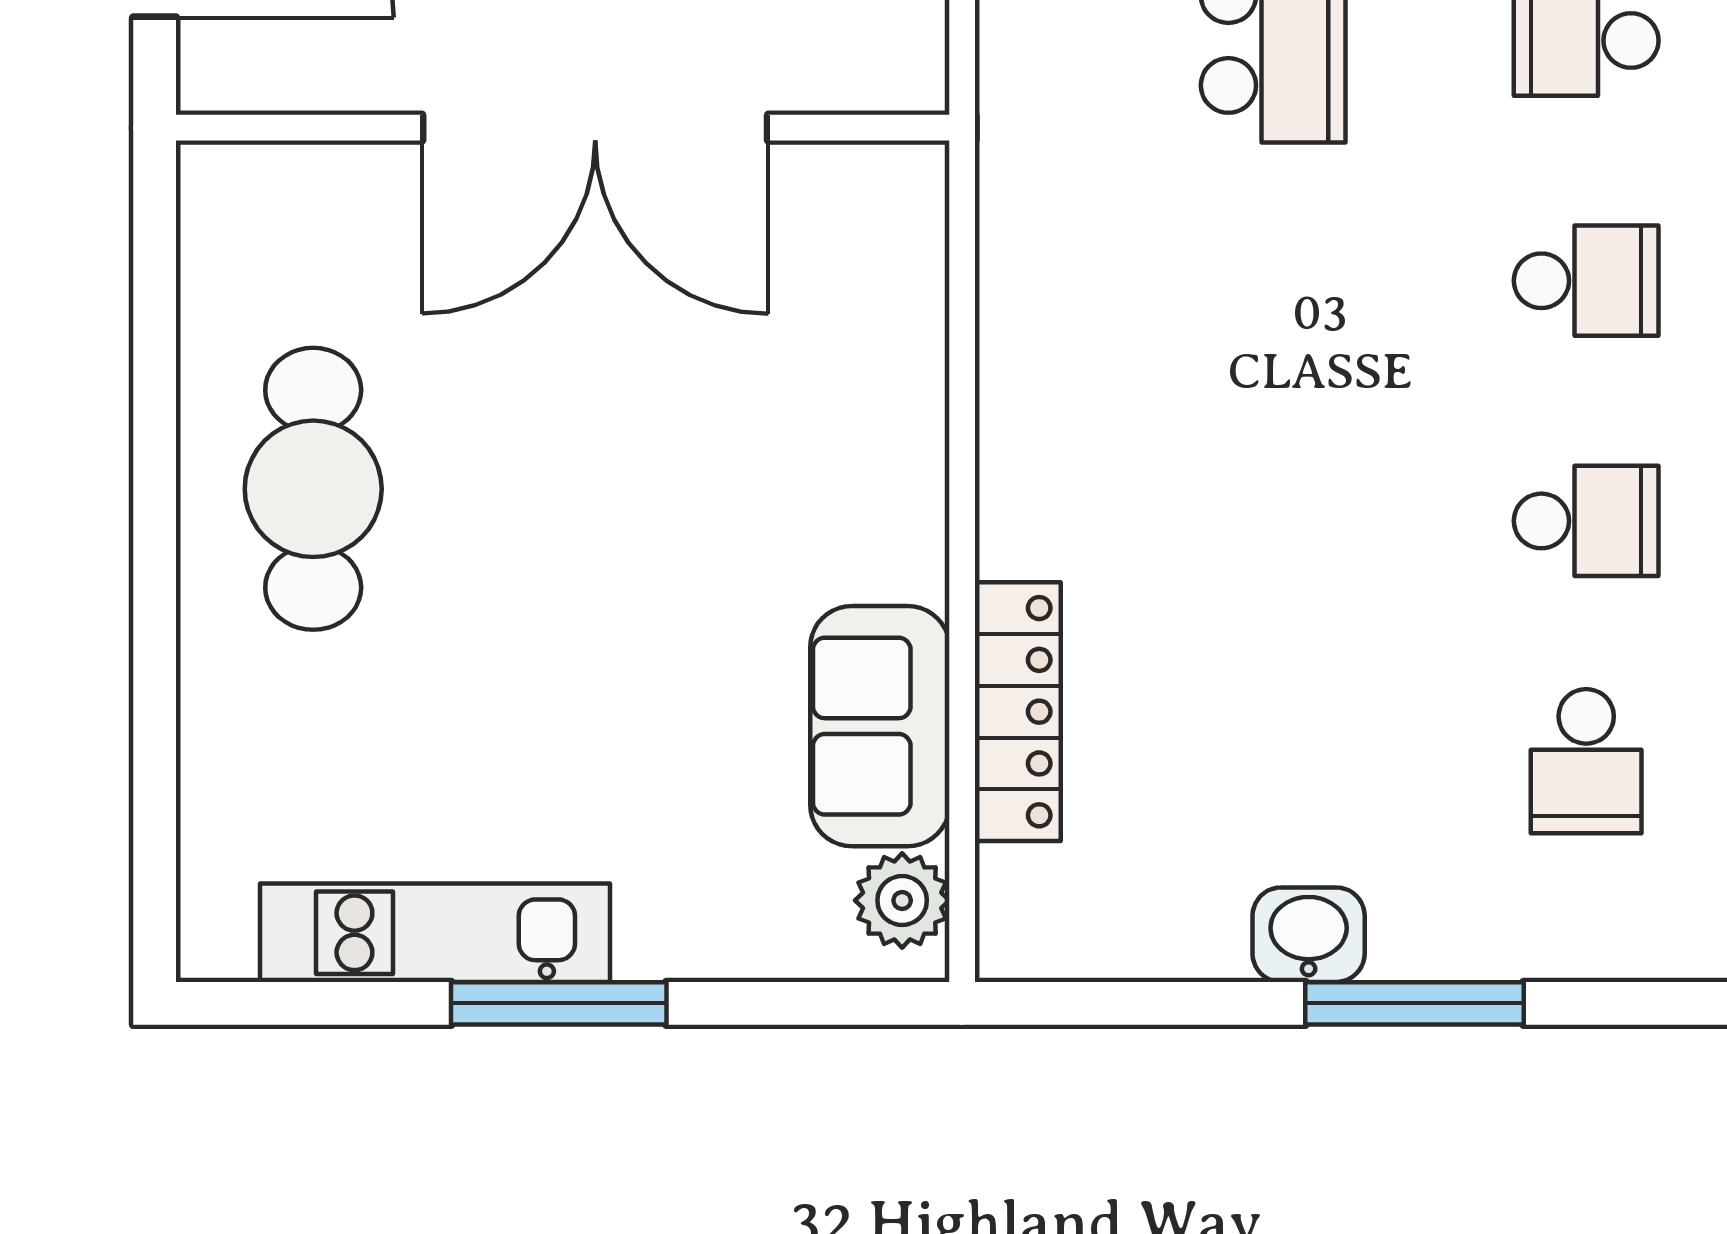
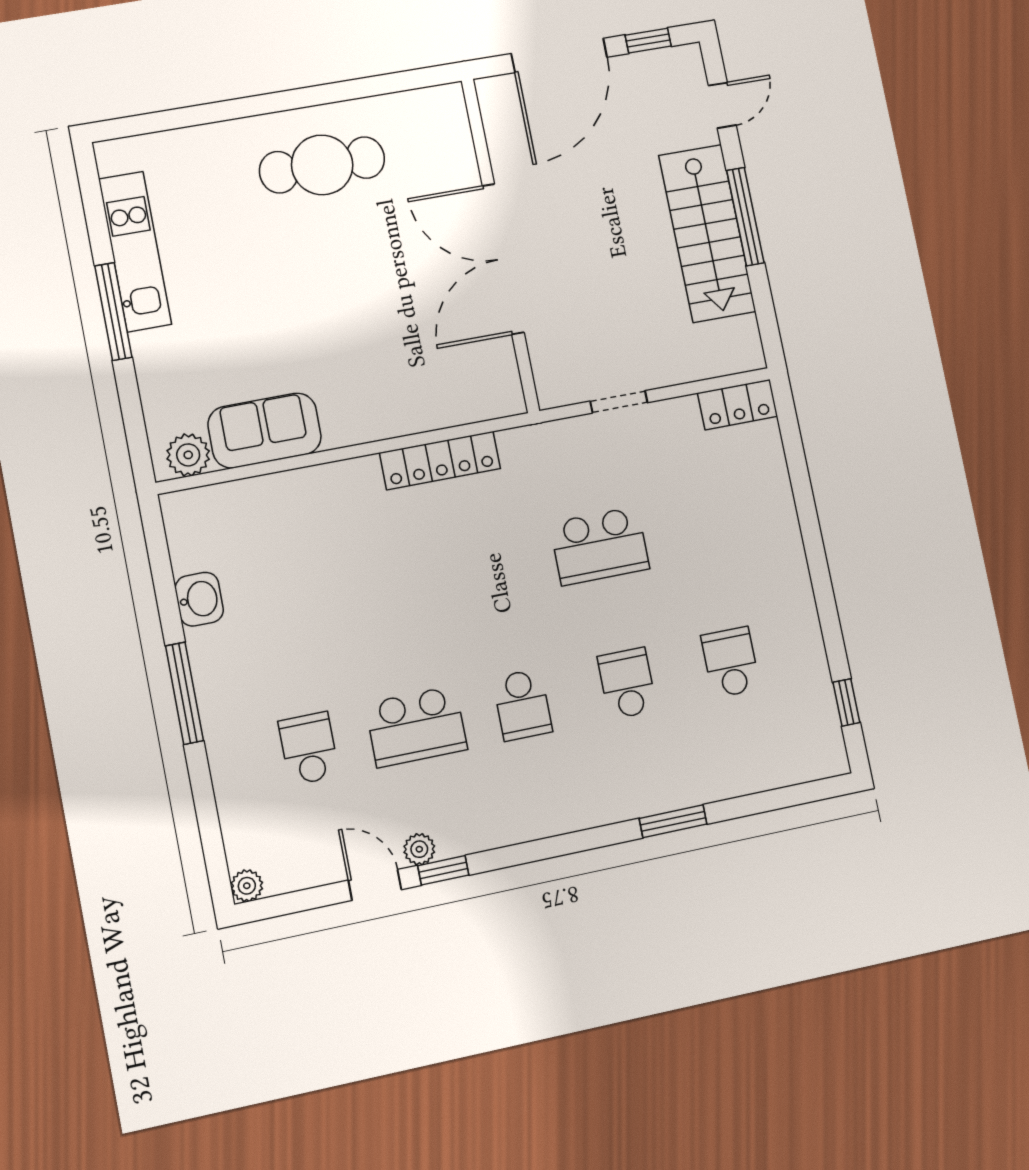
school desk: (1586, 521) -> (416, 727), width x1.85
locker: (1018, 712) -> (440, 461), moved
school desk: (1586, 761) -> (309, 748), turned 90
washbasin: (1309, 935) -> (199, 599), moved

